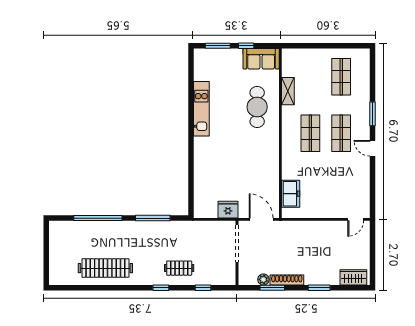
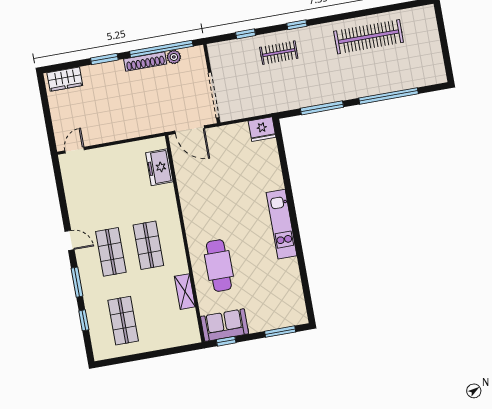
window: (246, 46) -> (226, 341), moved
window: (372, 83) -> (84, 320), added
kitchen unit: (201, 109) -> (282, 224), moved
fridge: (228, 210) -> (262, 129), moved
window: (272, 288) -> (161, 49), width x2.11

